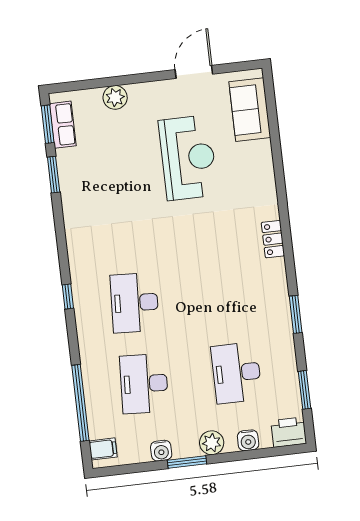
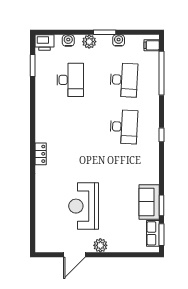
plant: (115, 97) -> (100, 245), moved
sofa: (250, 110) -> (149, 202), moved, turned 180
window: (296, 314) -> (33, 109), removed

